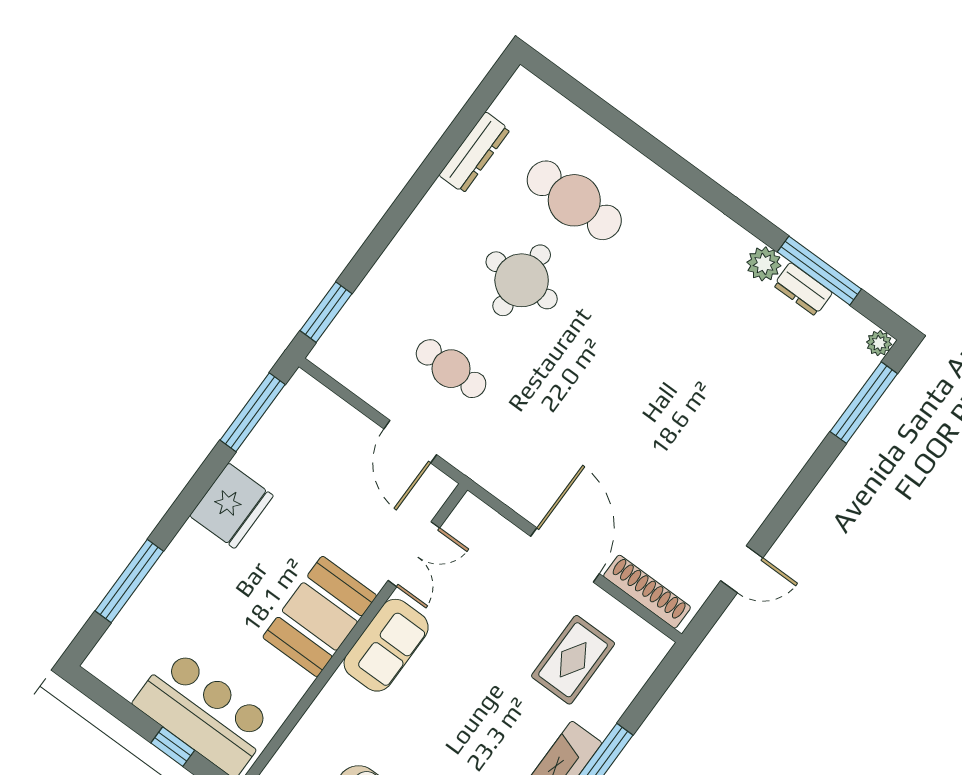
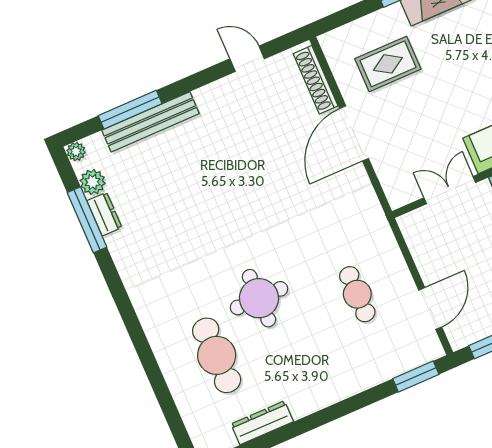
plant: (764, 264) -> (93, 182), moved
round table: (522, 280) -> (259, 298), moved
window: (864, 403) -> (130, 110), moved
bench: (812, 429) -> (150, 122), added
door: (410, 442) -> (430, 309), moved

